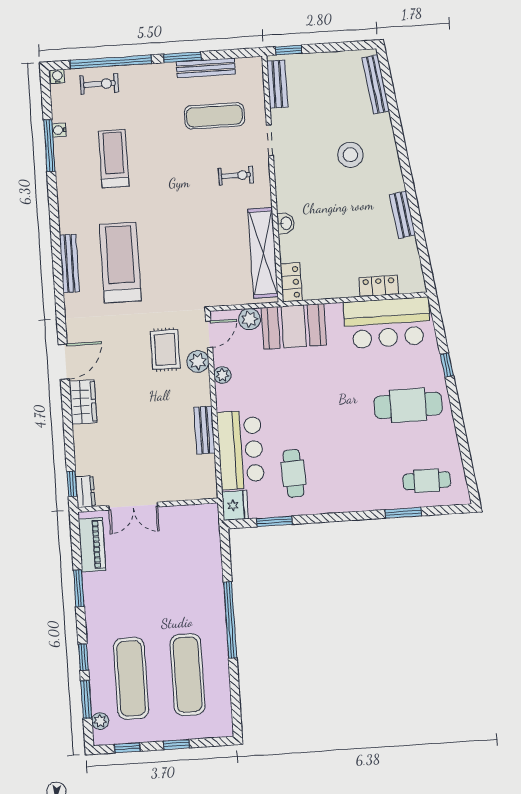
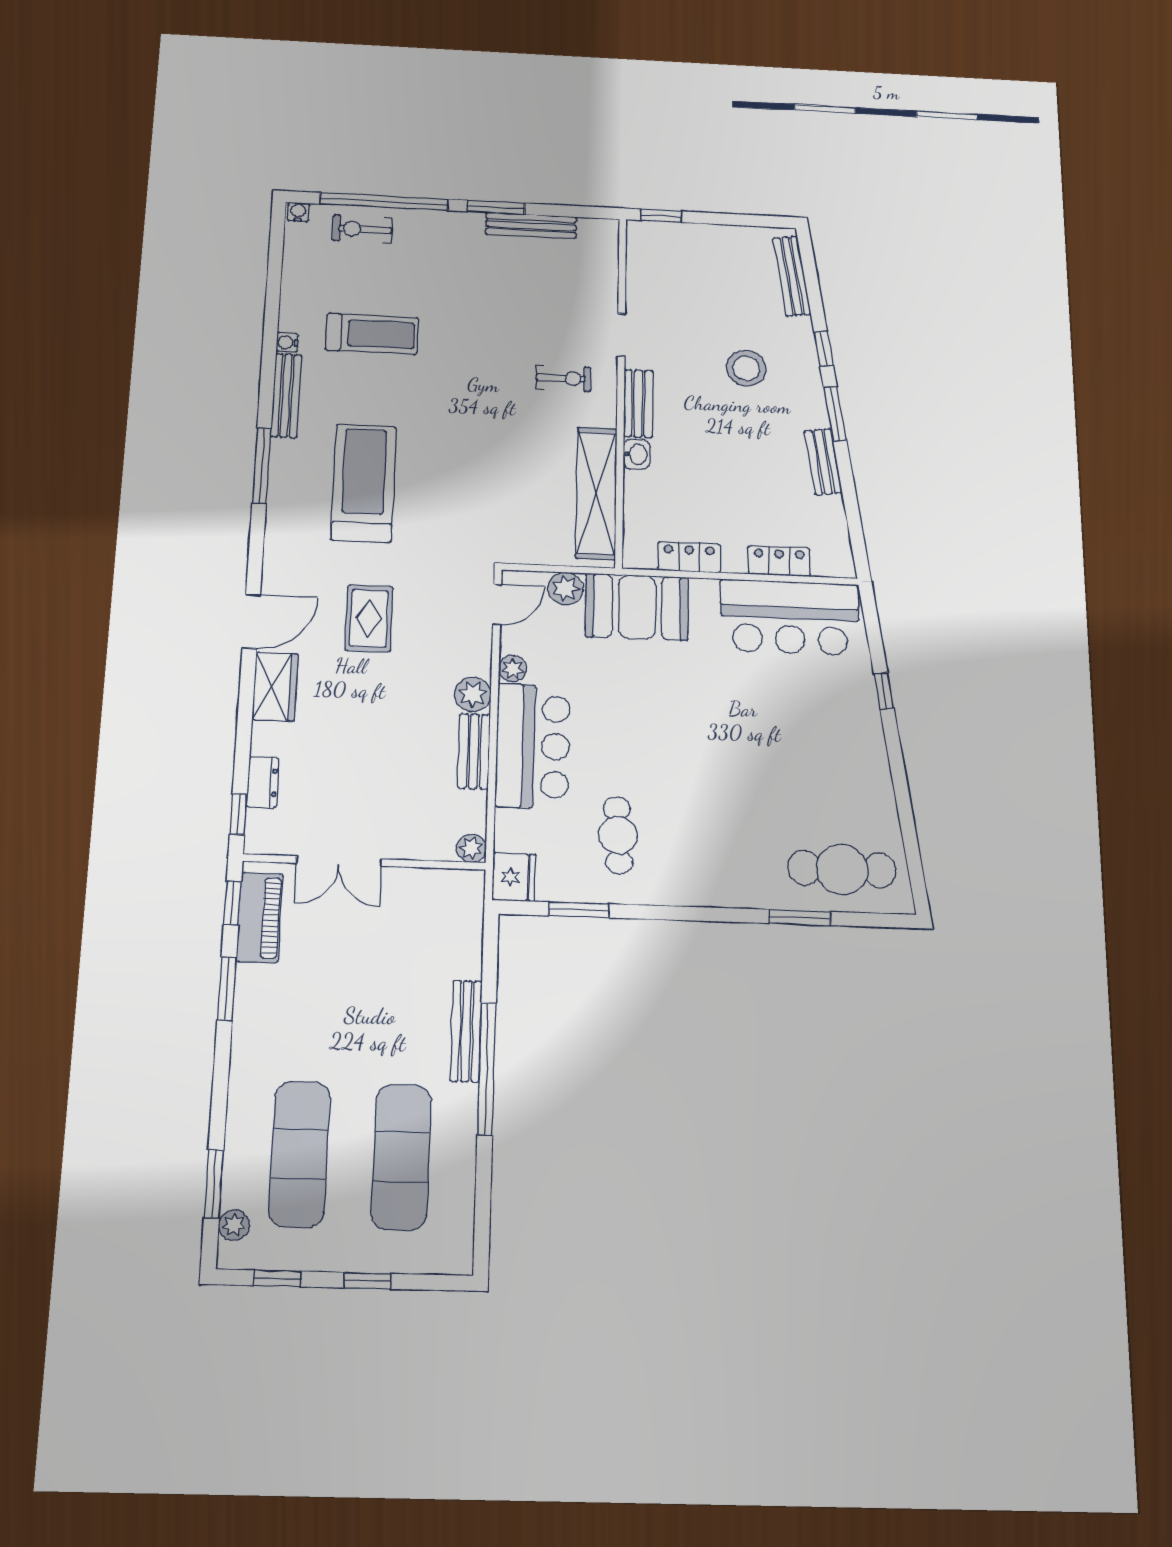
exercise bike: (99, 84) -> (363, 229), turned 180
bench: (277, 84) -> (638, 404), moved
exercise mat: (214, 116) -> (538, 292), removed
water cooler: (59, 130) -> (287, 342), moved
window: (399, 135) -> (824, 349), added
window: (49, 146) -> (262, 465), moved
treadmill: (114, 159) -> (372, 334), turned 90
window: (408, 180) -> (835, 413), added
bench: (69, 263) -> (286, 395), moved
locker: (291, 282) -> (689, 557), moved, turned -90
rug: (165, 349) -> (369, 619), moved
plant: (198, 361) -> (473, 694), moved
cafe table: (408, 405) -> (817, 747), removed
bar counter: (241, 450) -> (533, 746), moved
cafe table: (427, 481) -> (842, 869), width x1.37, depth x1.35
plant: (209, 490) -> (471, 848), added
dresser: (85, 492) -> (263, 782), moved
bench: (216, 600) -> (466, 1031), added
window: (83, 657) -> (232, 903), moved

